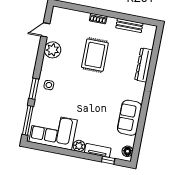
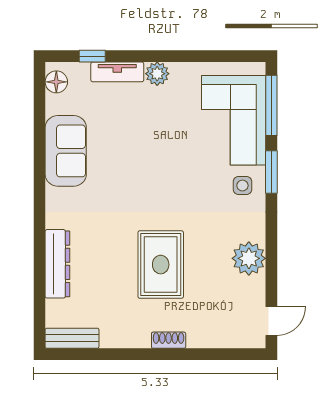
bench: (129, 26) -> (72, 338), moved
door: (45, 30) -> (271, 321), moved
corner sofa: (53, 131) -> (234, 120), moved, turned 90

